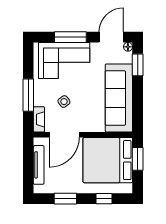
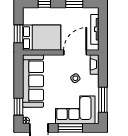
window: (28, 95) -> (103, 100), moved
bed: (108, 160) -> (42, 38), width x0.73

